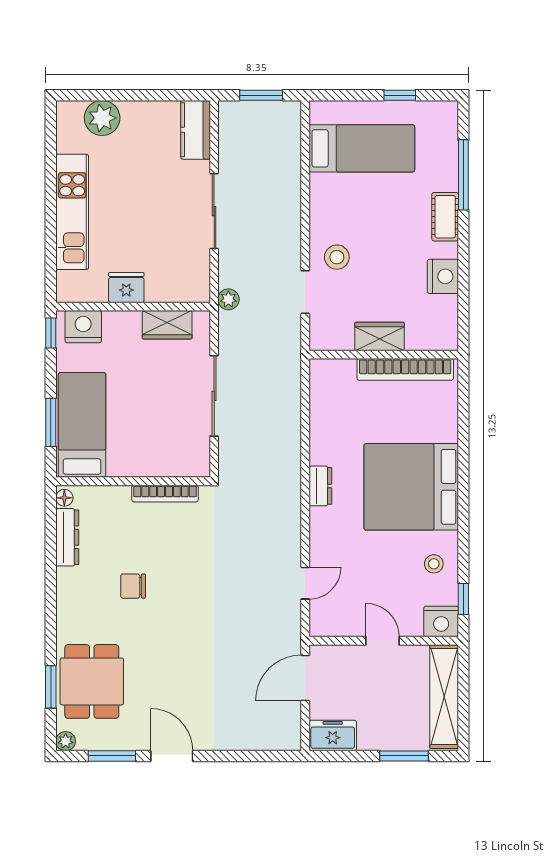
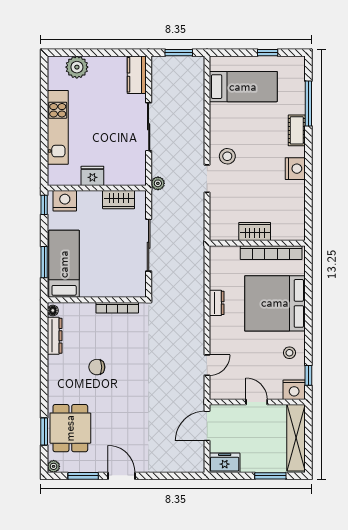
wardrobe: (380, 337) -> (255, 231), moved
wall: (384, 355) -> (257, 243), moved
bookcase: (405, 369) -> (271, 253), moved

